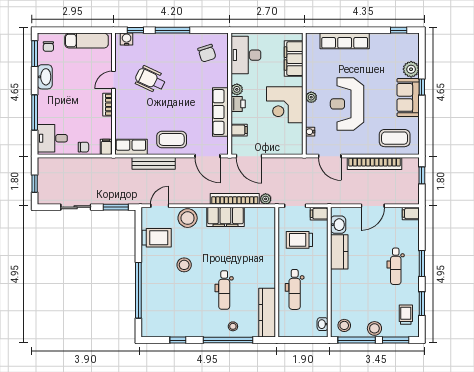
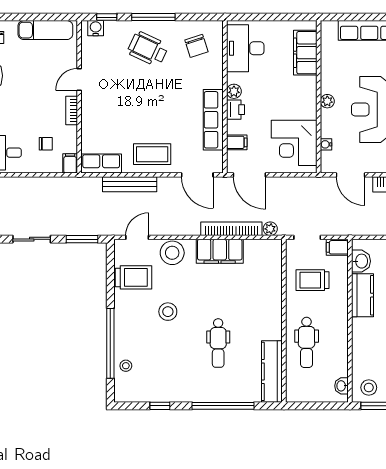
wheelchair: (150, 79) -> (148, 49), moved
corner desk: (285, 105) -> (294, 143), moved
chair: (83, 147) -> (46, 144), moved
stool: (233, 326) -> (126, 366), moved

